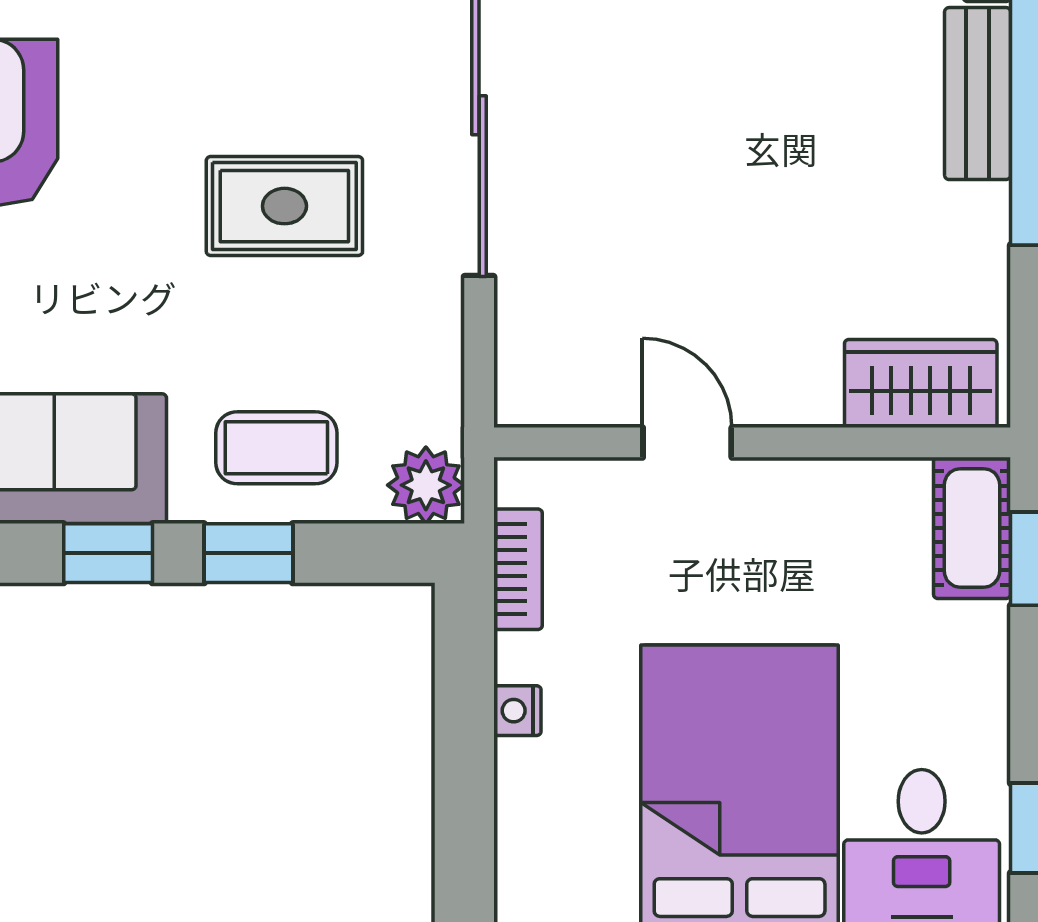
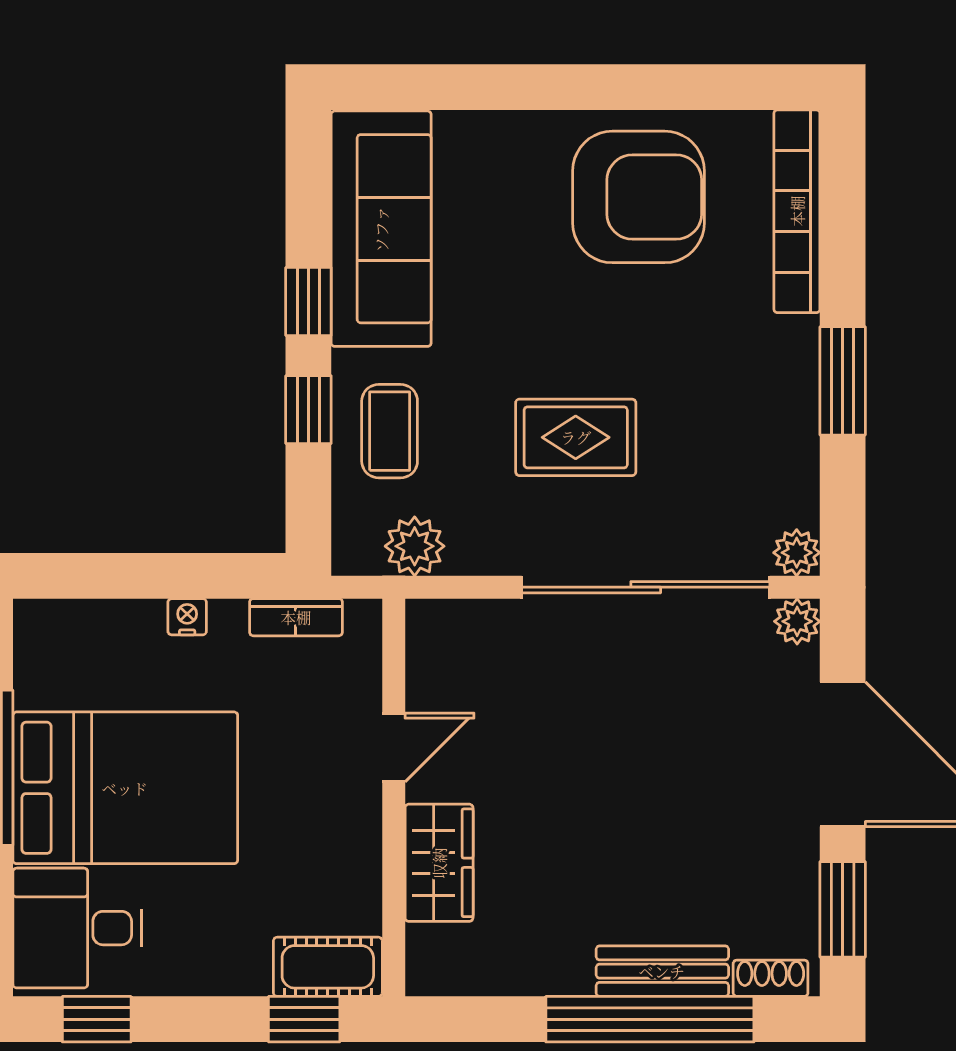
rug: (284, 206) -> (576, 437), turned 90
wardrobe: (921, 384) -> (439, 863), moved
plant: (426, 485) -> (415, 546), moved

